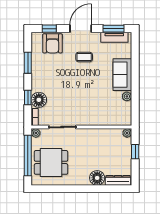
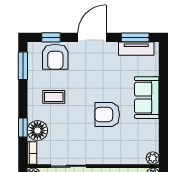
coffee table: (84, 57) -> (54, 97), moved
window: (28, 63) -> (23, 66), moved
armchair: (92, 88) -> (107, 115), added
plant: (127, 96) -> (153, 158), moved

